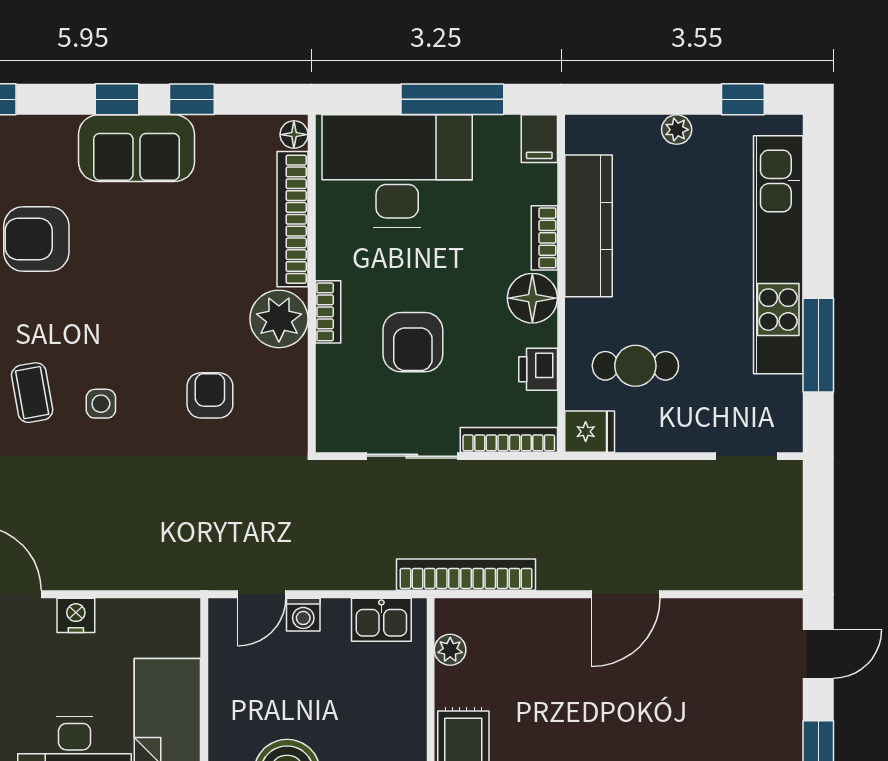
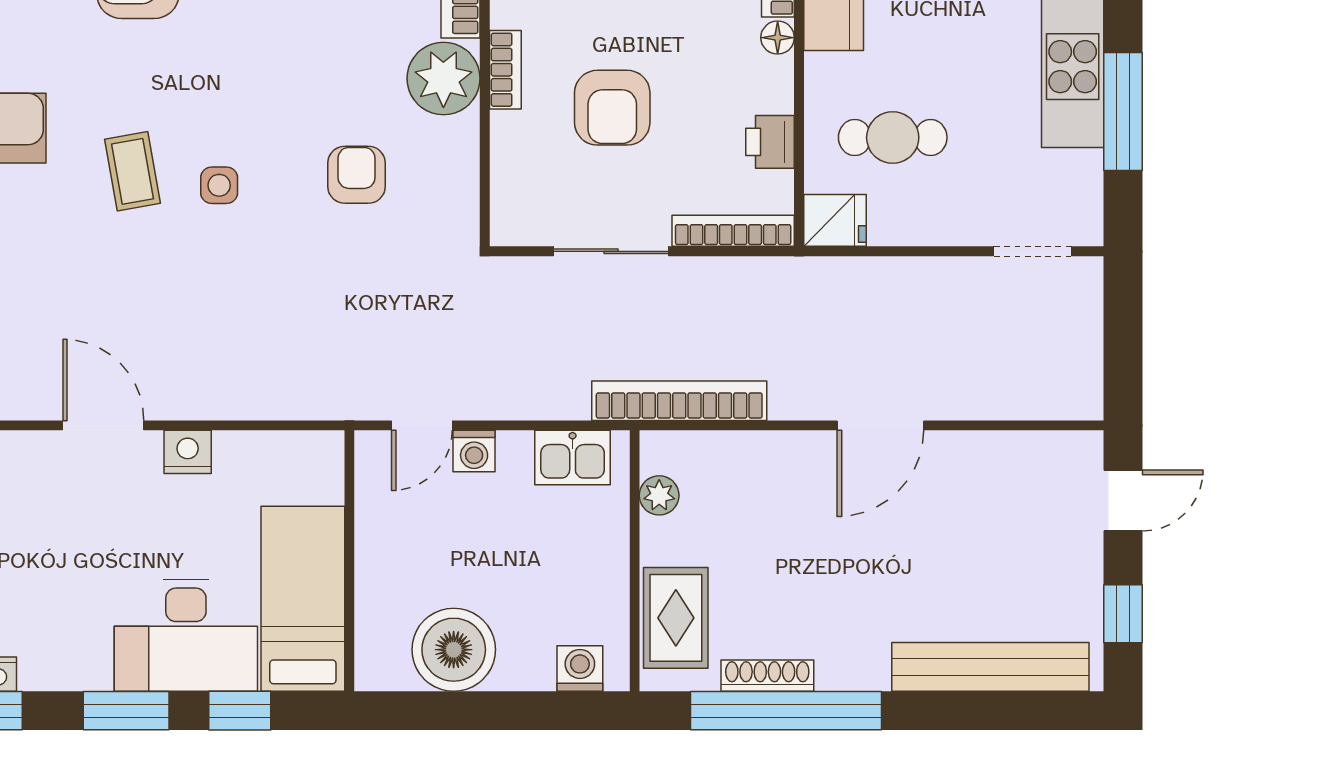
floor lamp: (532, 298) -> (778, 38), width x0.53, depth x0.53

